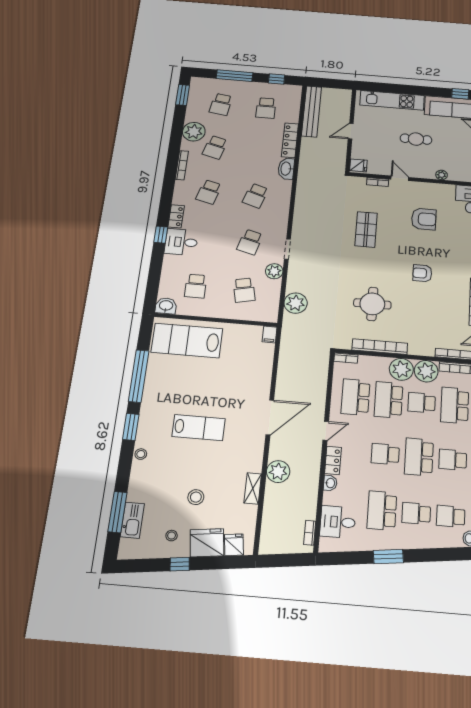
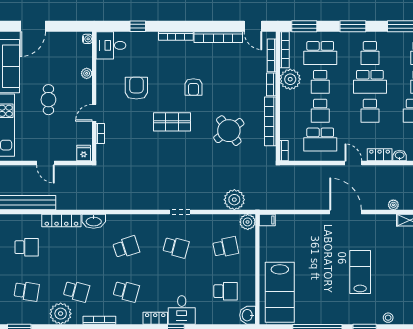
school desk: (255, 196) -> (126, 247), turned -36
shop shelf: (366, 229) -> (172, 122), moved
plant: (274, 271) -> (248, 222), moved
round table: (372, 304) -> (229, 131), turned -36
bookcase: (421, 351) -> (271, 84), added
plant: (401, 369) -> (290, 101), removed
school desk: (389, 400) -> (320, 111), width x0.54
plant: (278, 472) -> (393, 205), width x0.53, depth x0.53

